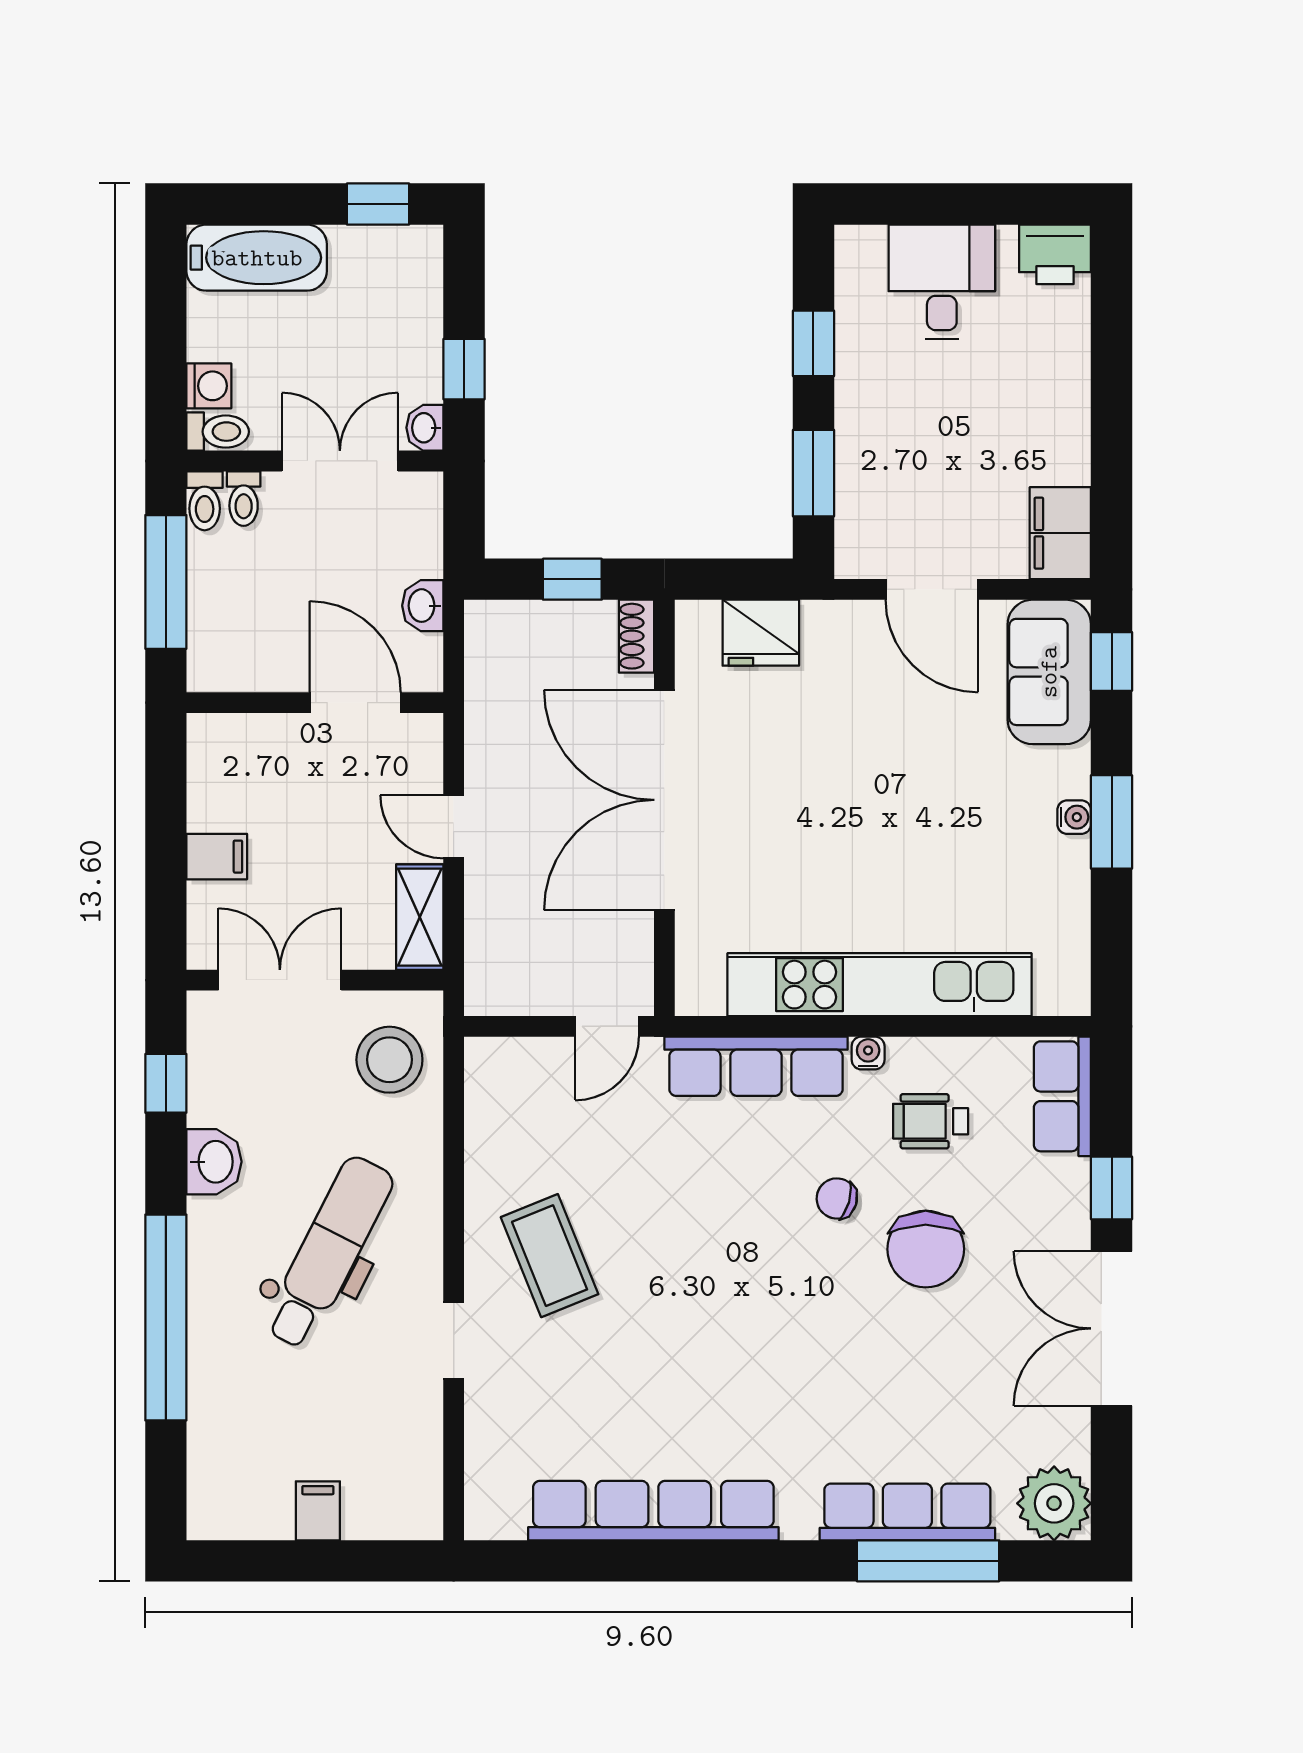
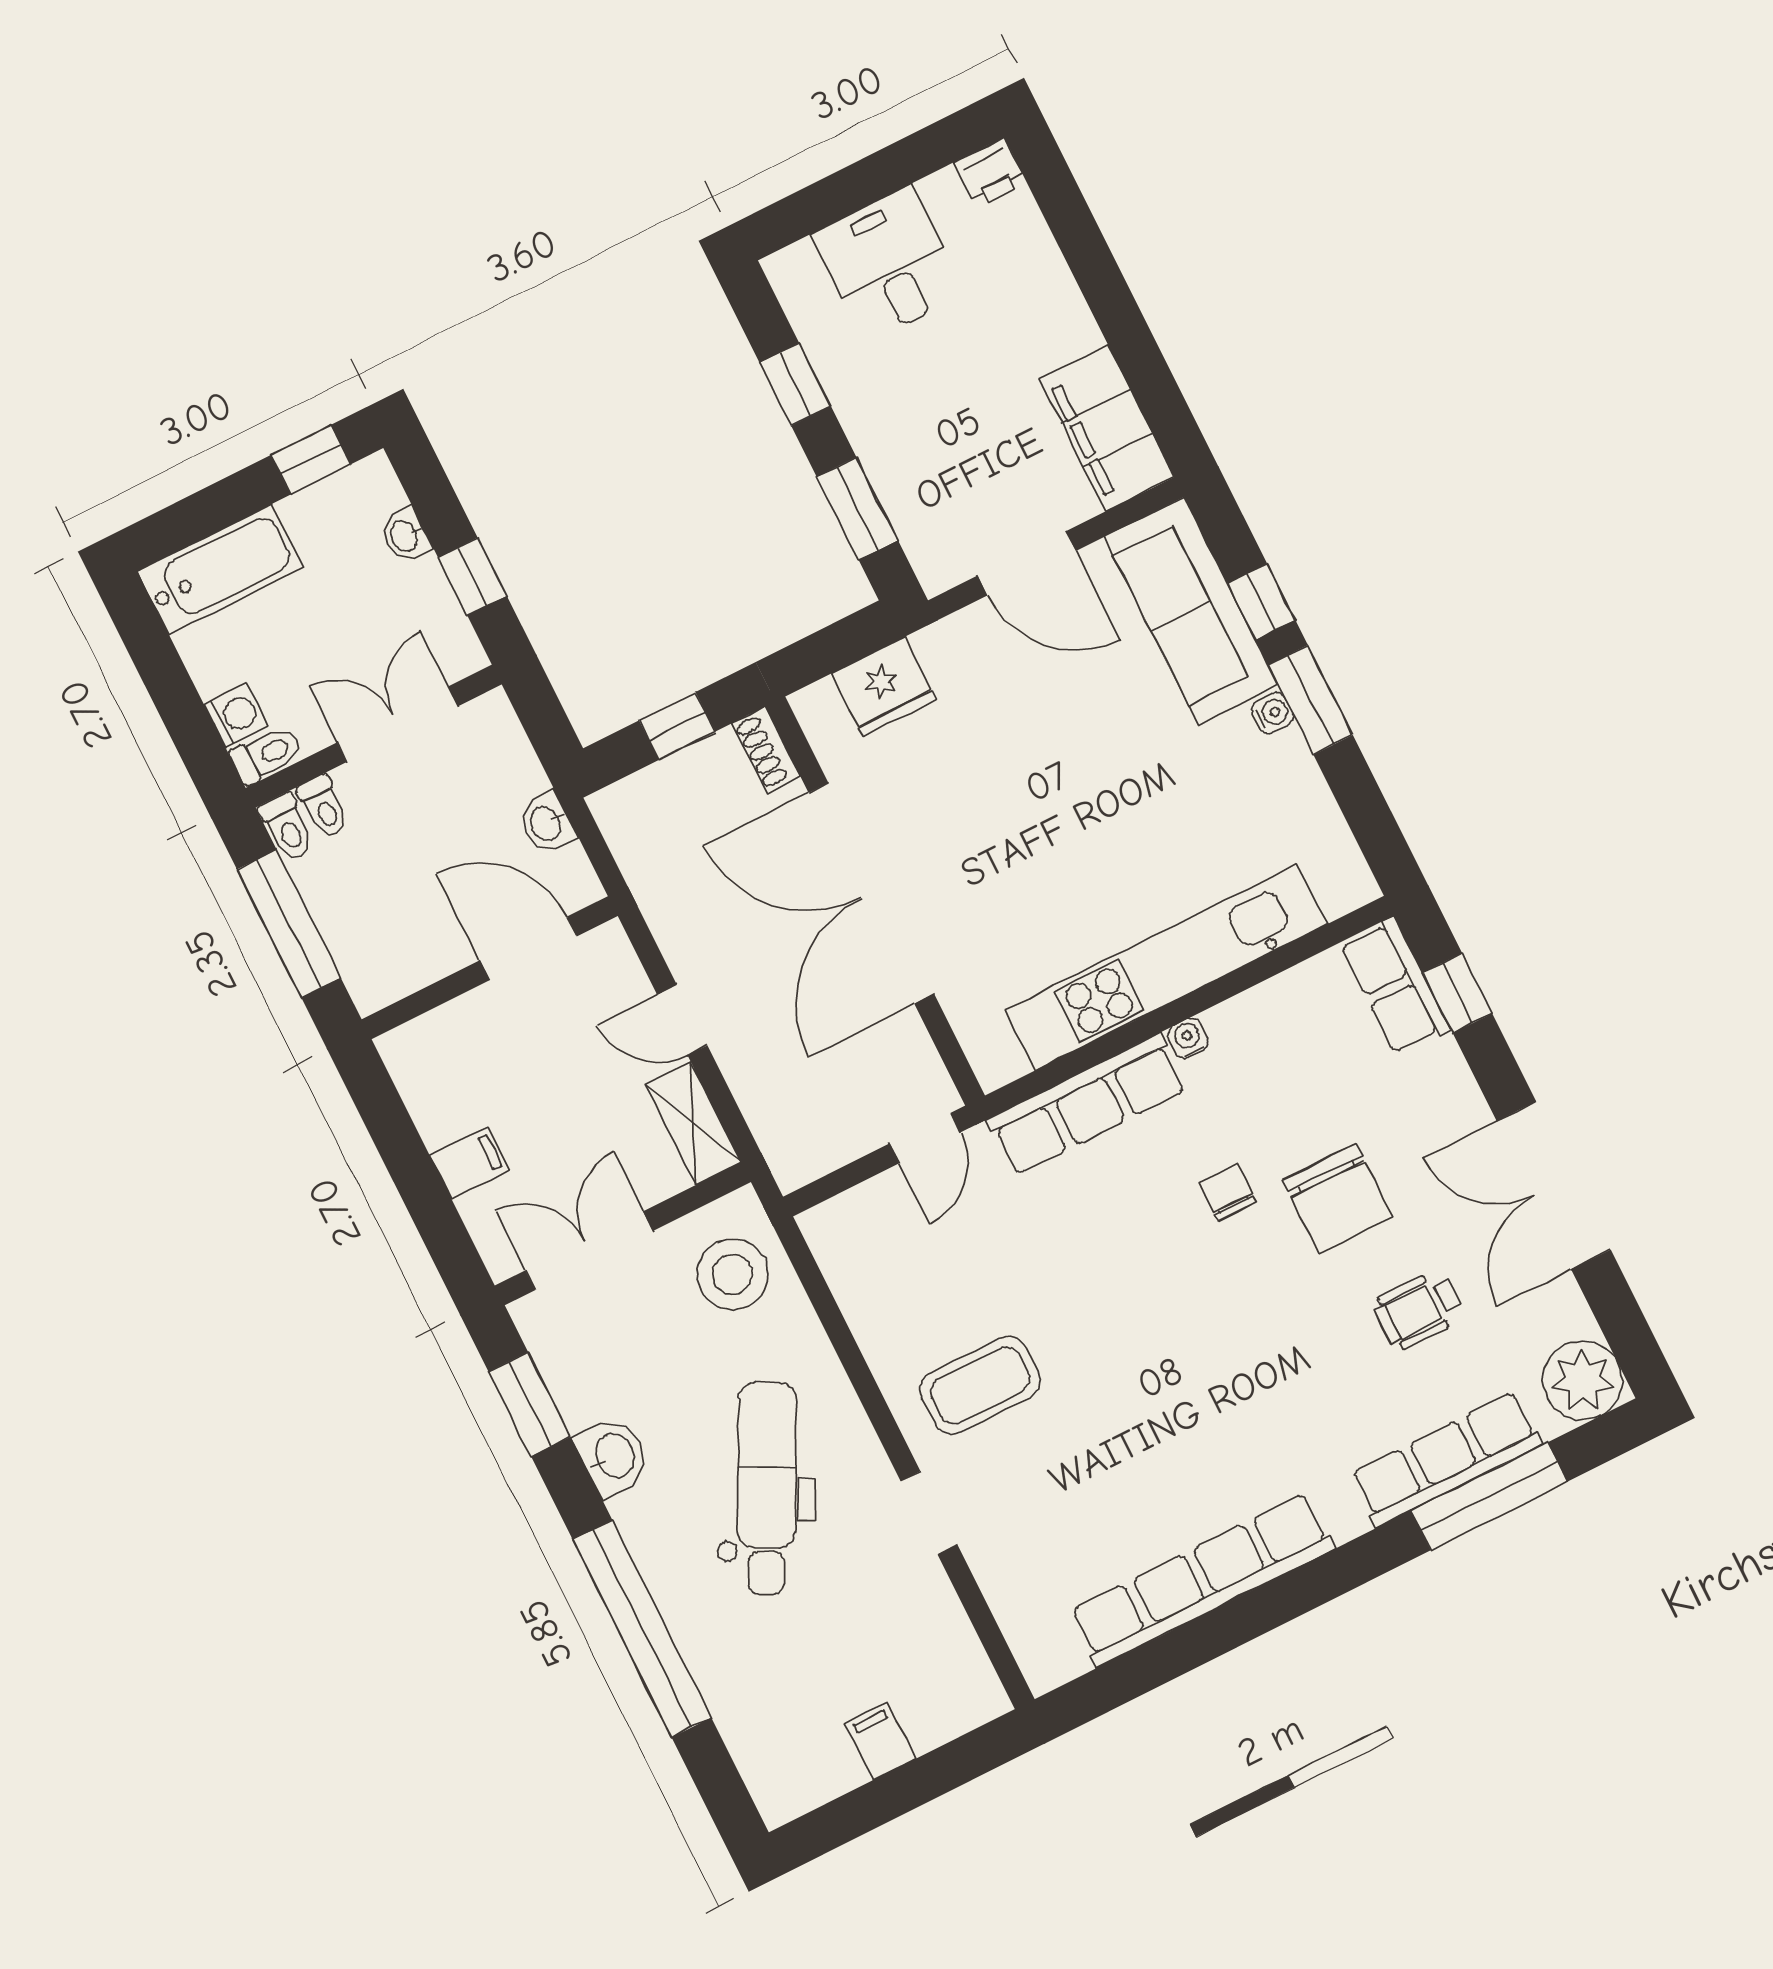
printer: (1055, 254) -> (990, 173), width x0.73, depth x0.81
washbasin: (425, 428) -> (405, 536), moved
filing cabinet: (1060, 533) -> (1107, 428), width x1.50, depth x1.17
window: (1112, 661) -> (1261, 602), moved
sofa: (1049, 672) -> (1191, 611), width x1.36
window: (166, 1083) -> (530, 1404), width x1.50
wheelchair: (931, 1121) -> (1419, 1310), moved
window: (1112, 1188) -> (1457, 993), moved
chair: (837, 1198) -> (1228, 1193), turned 74
coffee table: (550, 1256) -> (980, 1385), turned -68

